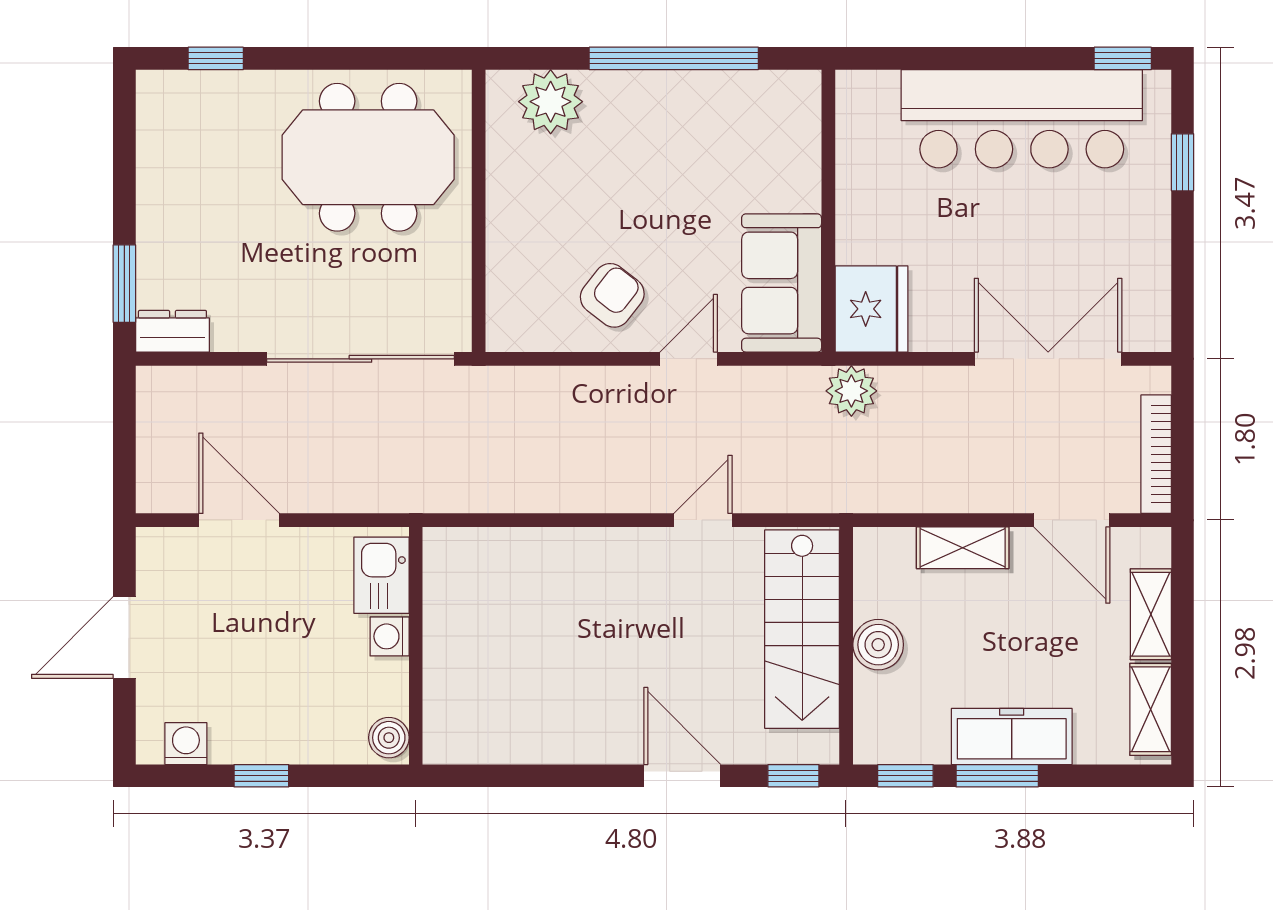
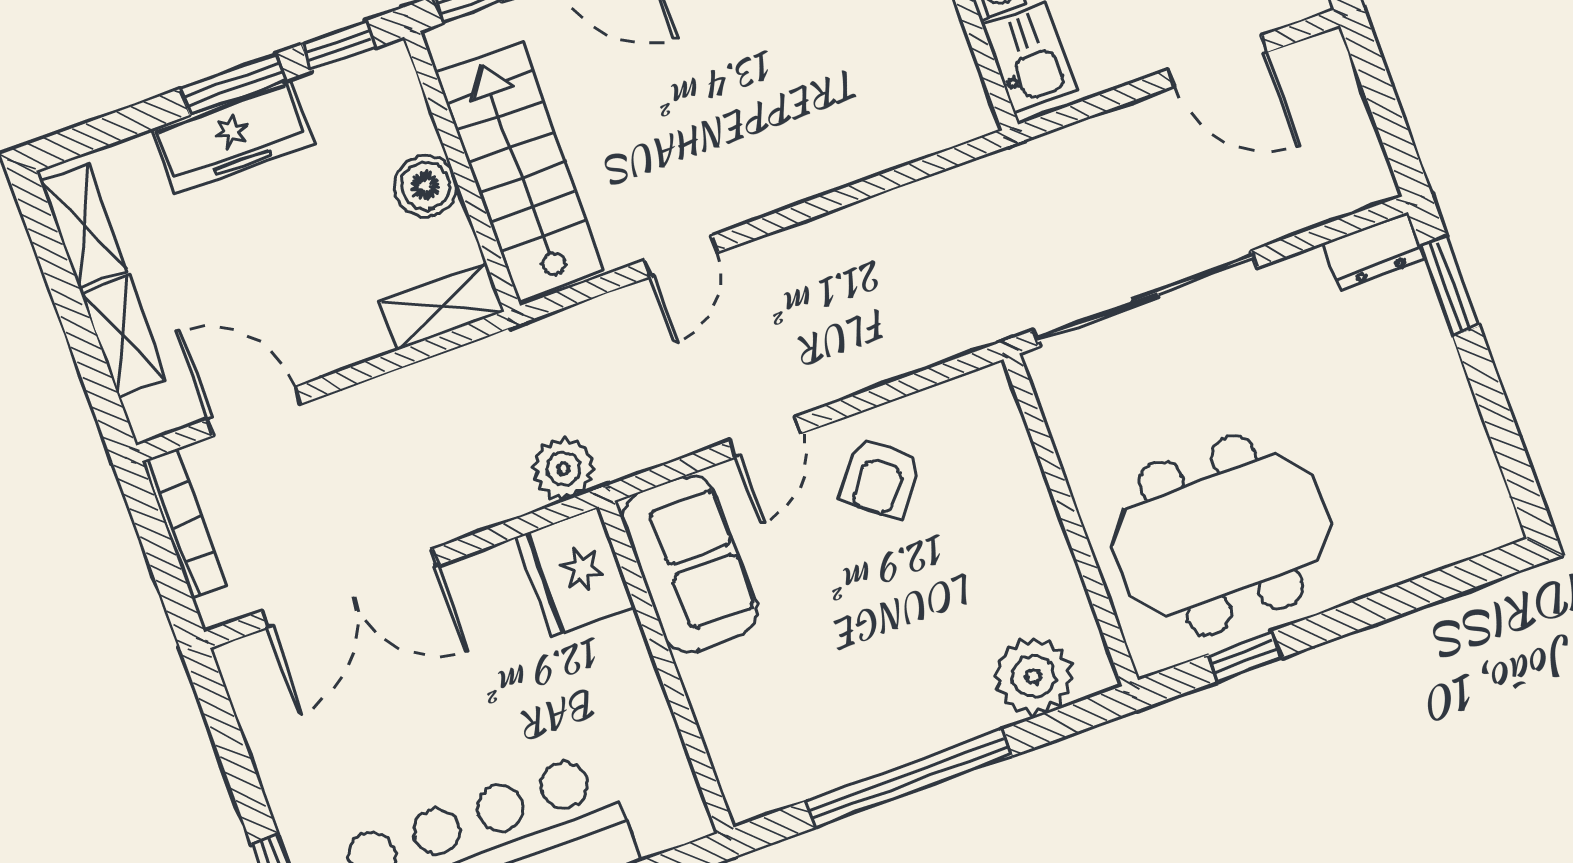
window: (216, 58) -> (1245, 656), moved
shelving: (963, 548) -> (442, 307), moved

